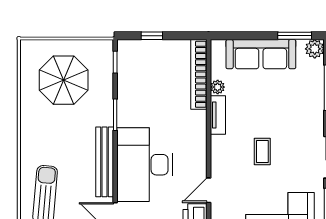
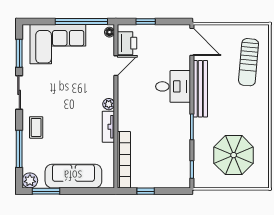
window: (152, 36) -> (146, 191), moved
plant: (218, 87) -> (109, 104), moved
coffee table: (262, 151) -> (36, 127), moved
desk: (145, 165) -> (173, 86), width x0.53, depth x0.77

